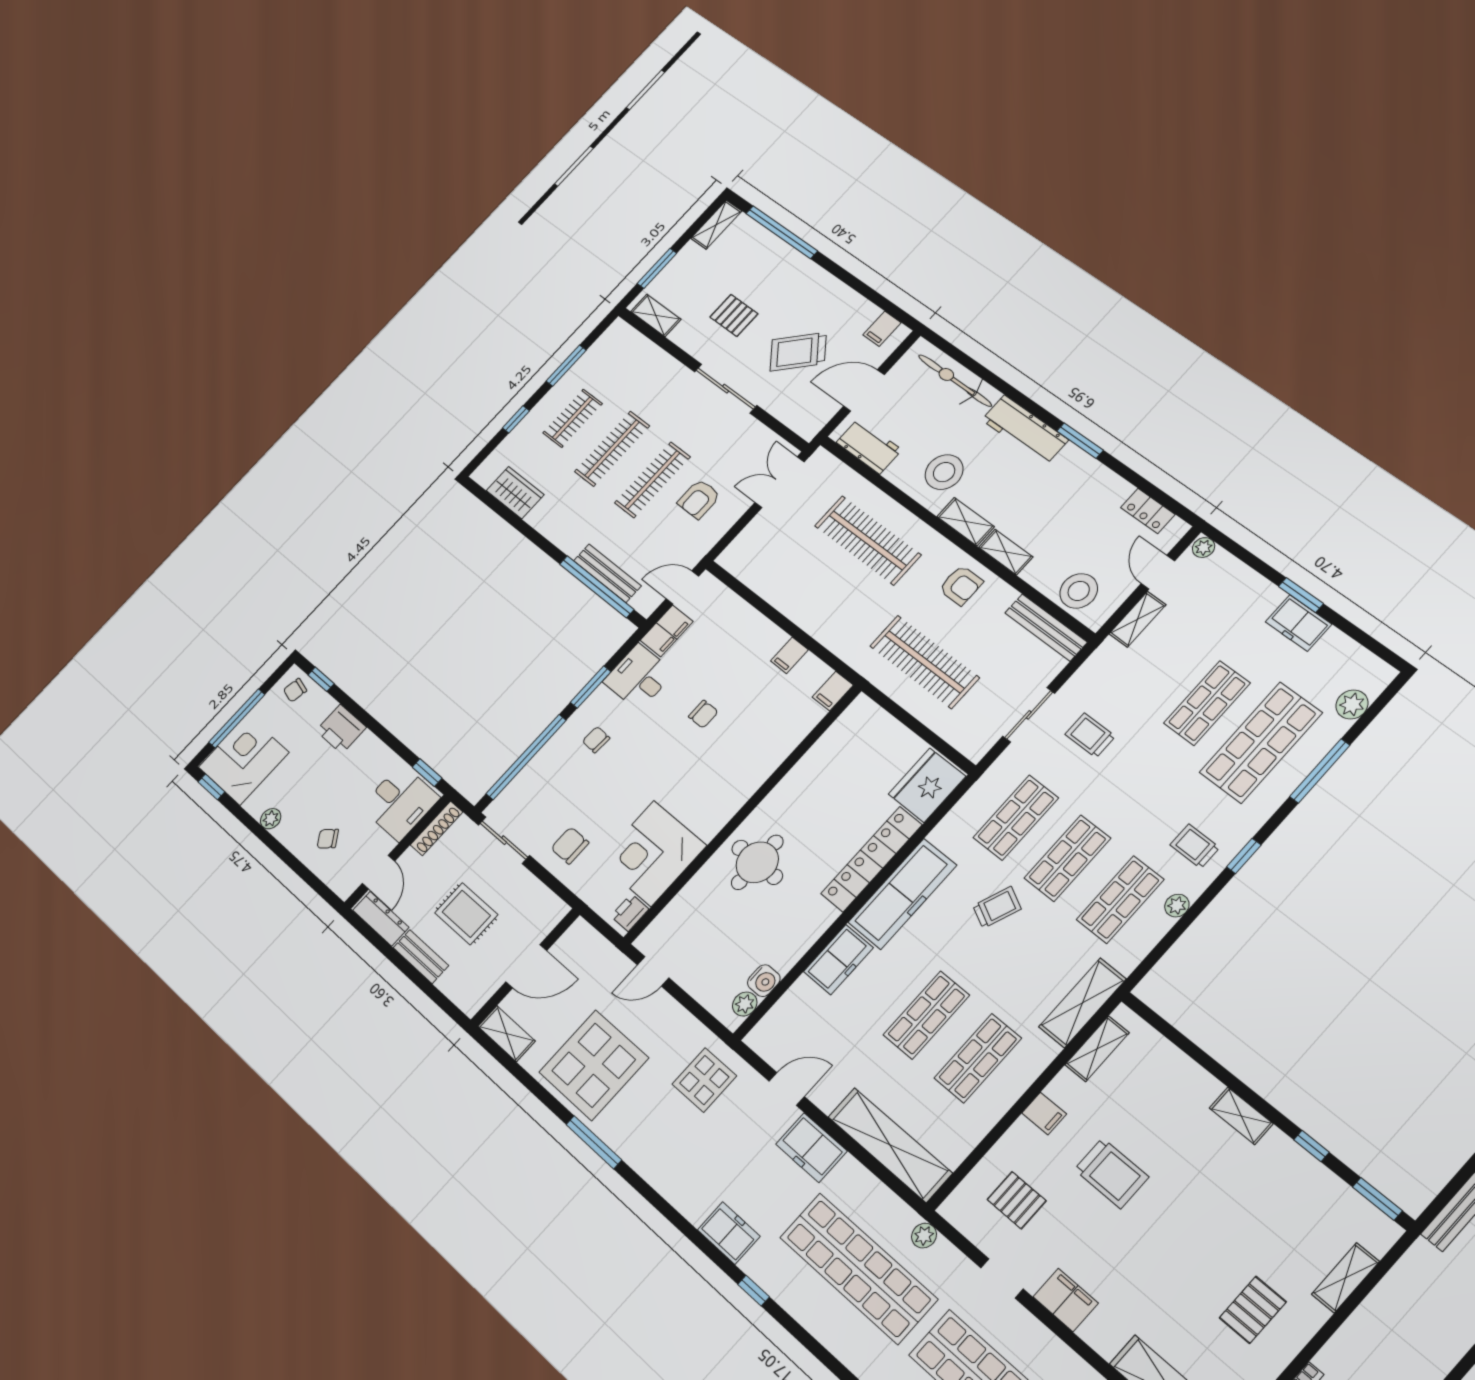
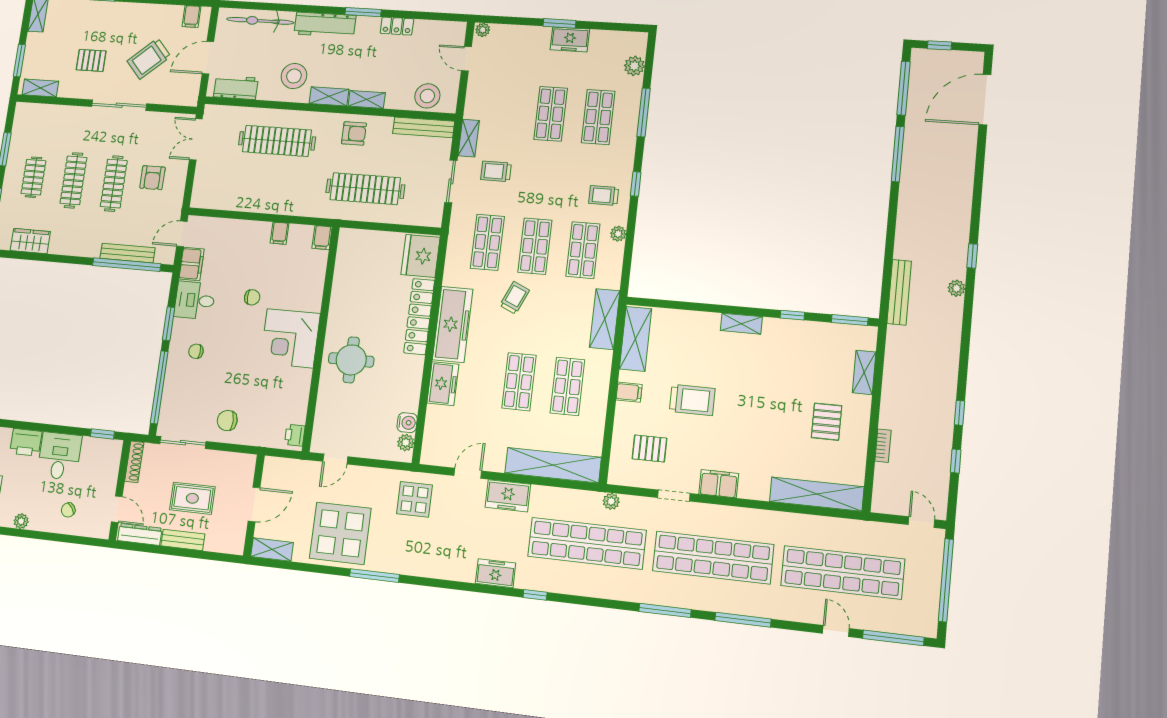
locker: (1148, 511) -> (397, 26), moved
shelving: (1138, 619) -> (469, 138), moved
shop shelf: (1261, 742) -> (598, 117), width x0.70, depth x0.74
desk: (400, 802) -> (59, 456), moved, turned -90
corner desk: (652, 853) -> (290, 338), moved
shelving: (1097, 1049) -> (635, 339), width x1.50, depth x1.33

